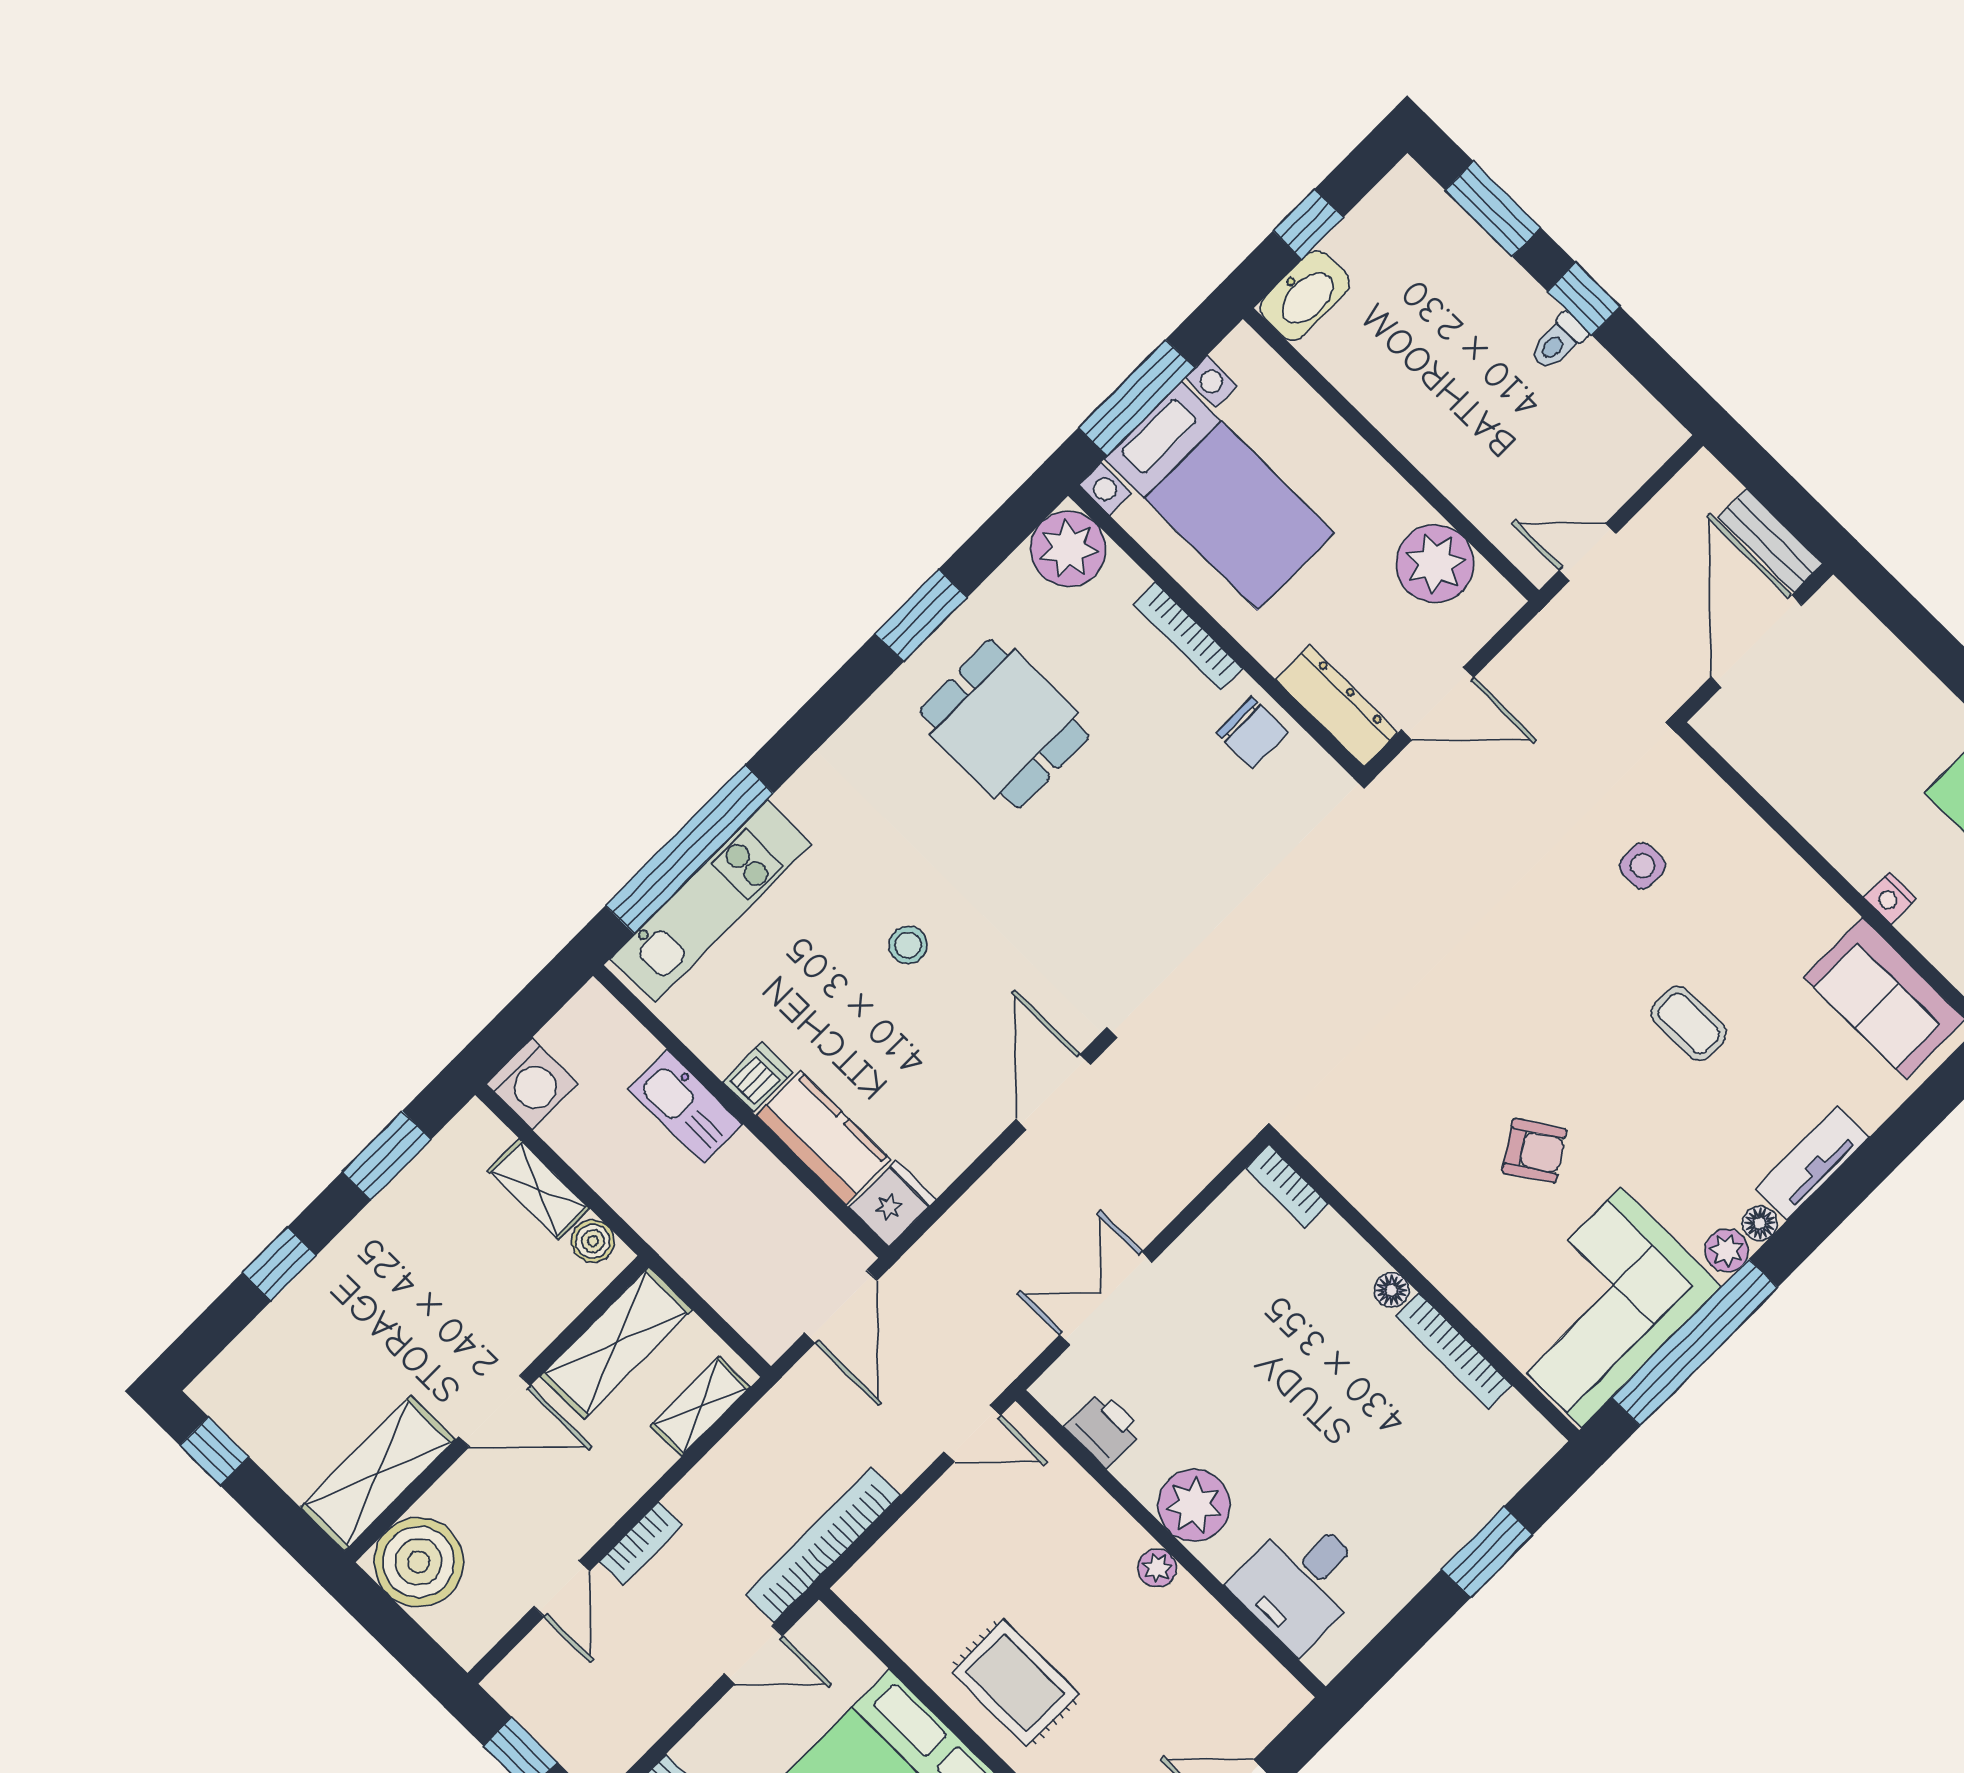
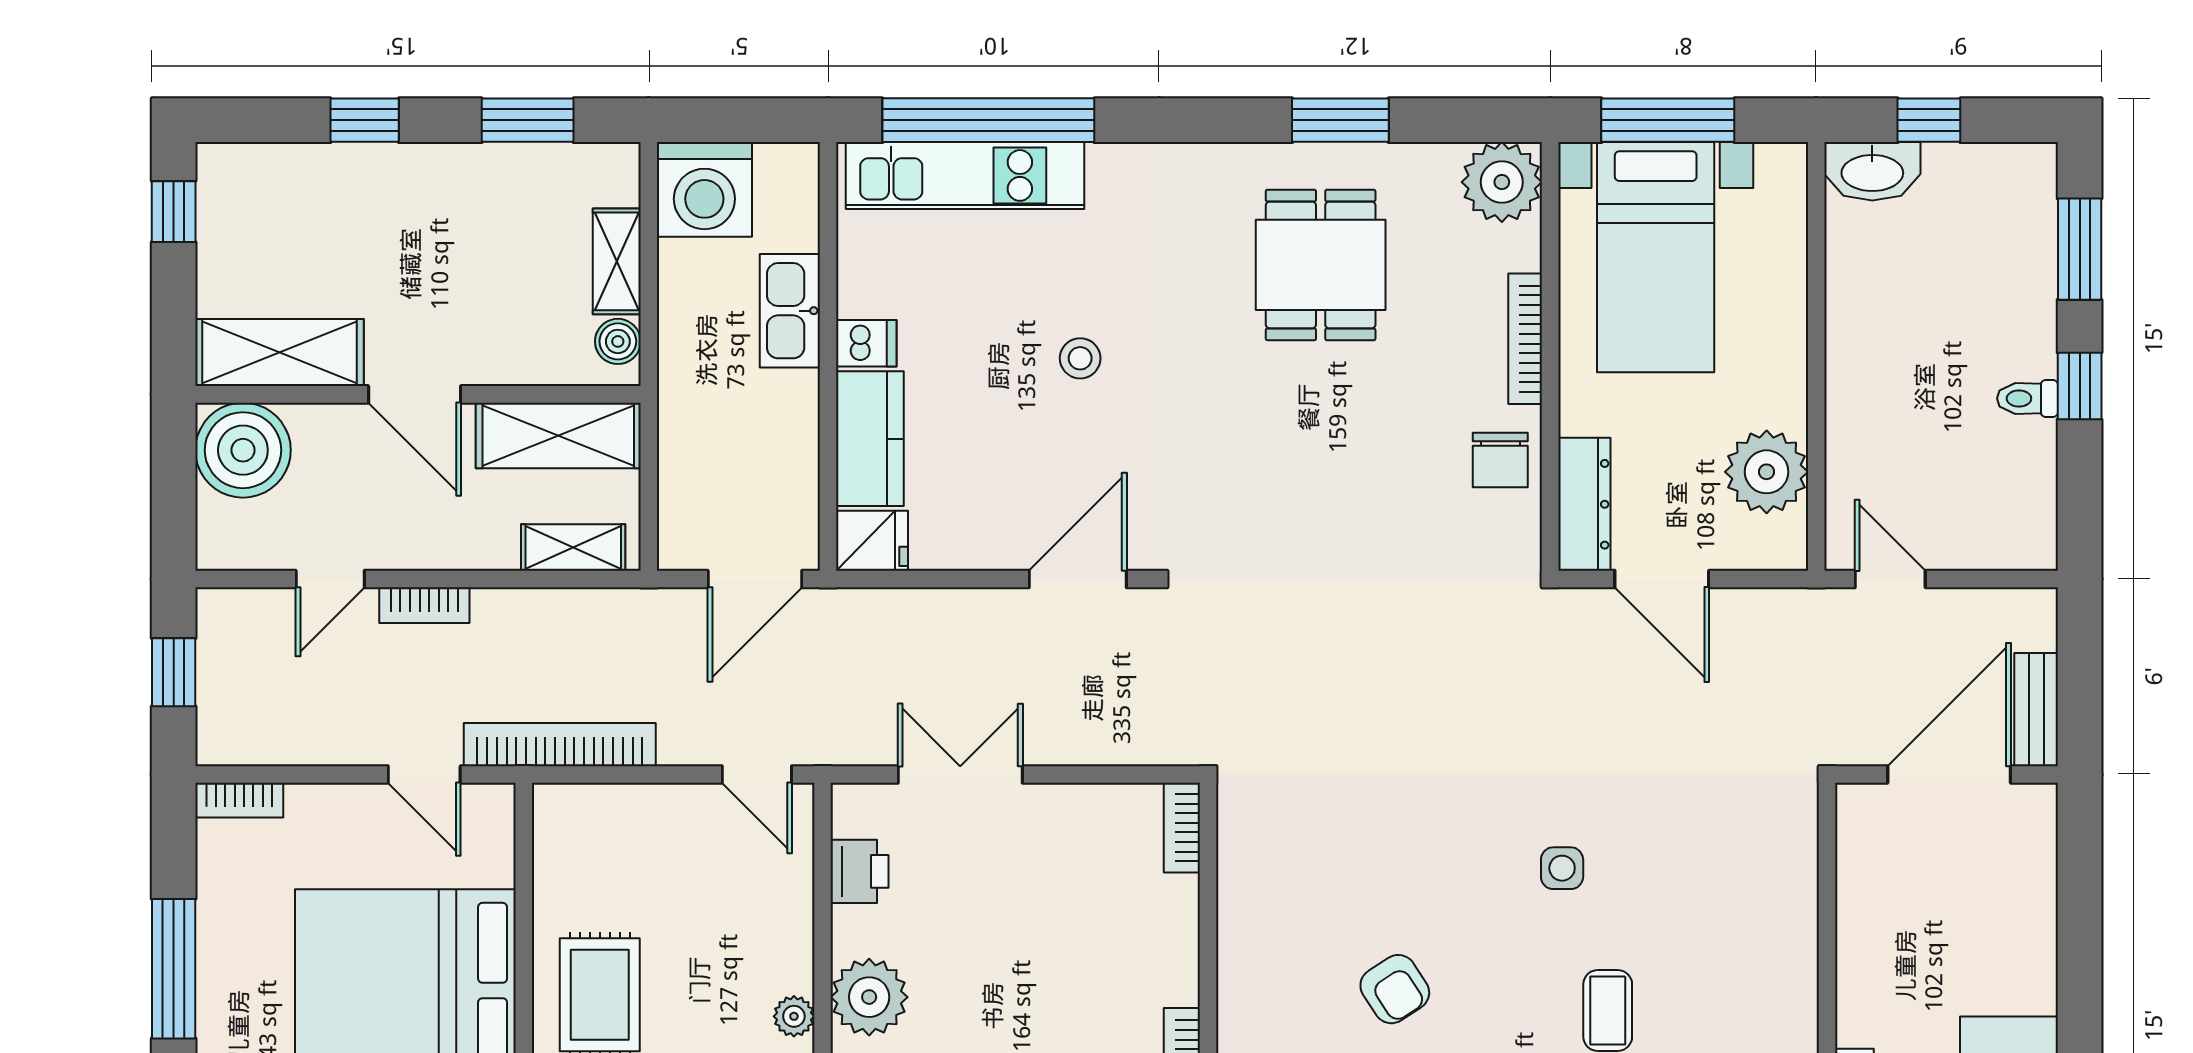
side table: (1642, 866) -> (1562, 868), moved
washing machine: (532, 1084) -> (704, 189), width x1.37, depth x1.37
floor lamp: (1391, 1290) -> (1181, 985), removed

